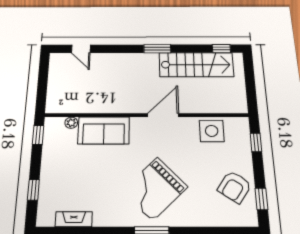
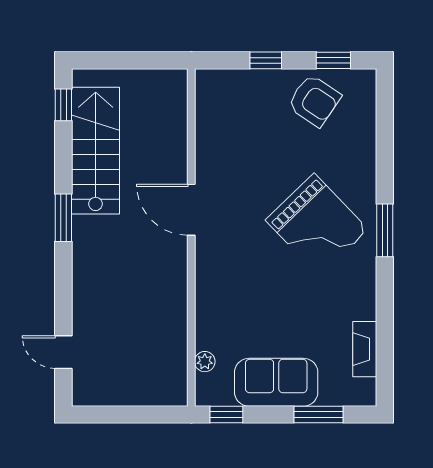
door: (81, 49) -> (63, 352), swing flipped
sofa: (104, 130) -> (276, 382), moved, turned -90
side table: (212, 131) -> (220, 131), removed
window: (256, 142) -> (266, 60), moved
window: (33, 190) -> (319, 414), width x1.50

